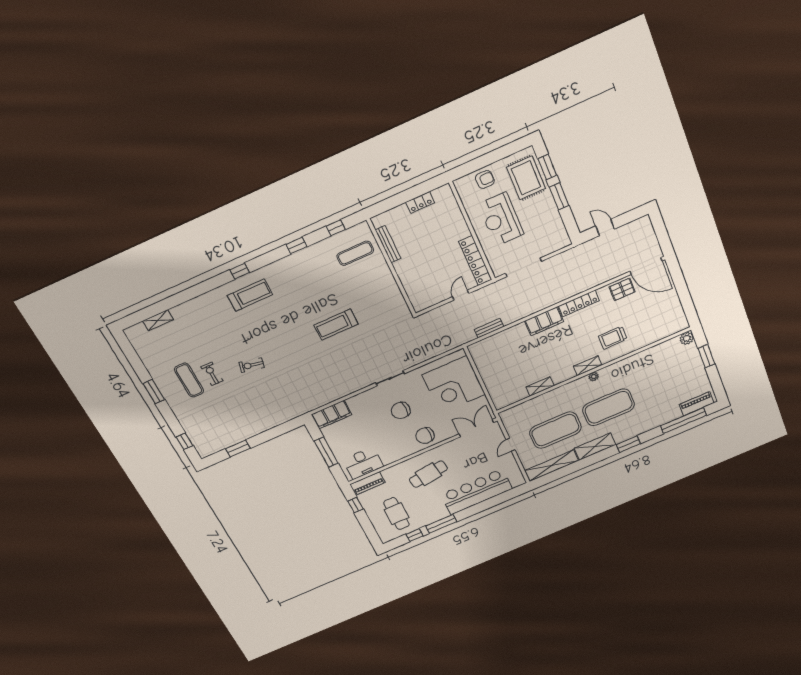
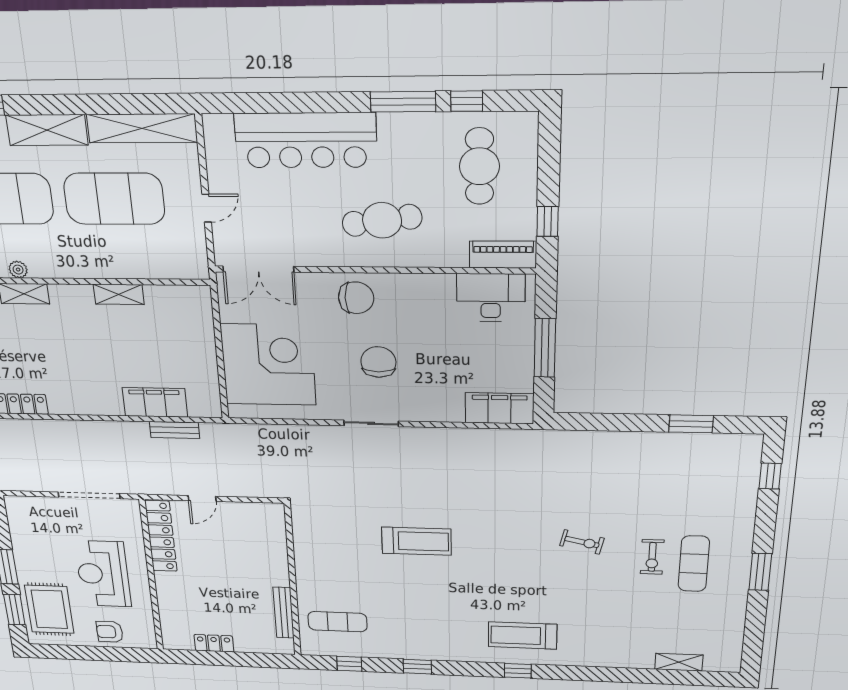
reception desk: (501, 219) -> (103, 574), turned 180
filing cabinet: (544, 321) -> (155, 402), moved
chair: (401, 410) -> (378, 362), turned -90

